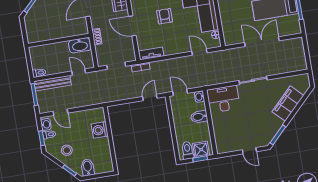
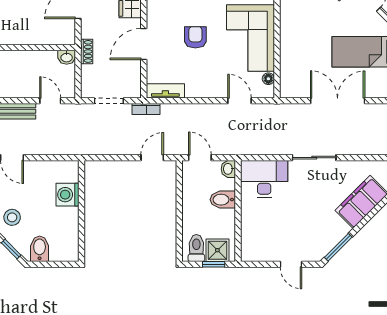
door: (132, 26) -> (144, 44), hinge flipped
washbasin: (80, 45) -> (67, 57), width x0.52, depth x0.69

